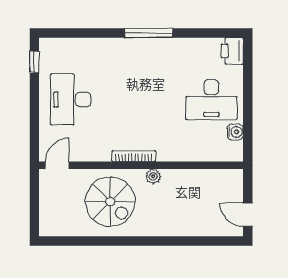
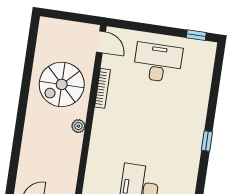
window: (149, 33) -> (207, 141), width x0.46
bookcase: (134, 156) -> (103, 88), moved

